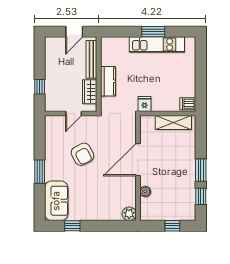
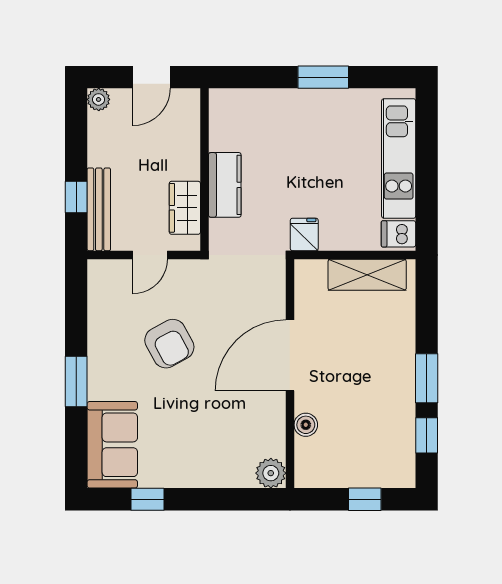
plant: (50, 42) -> (99, 99), added
kitchen unit: (157, 44) -> (399, 158), moved, turned 90
bench: (91, 59) -> (99, 209), moved

